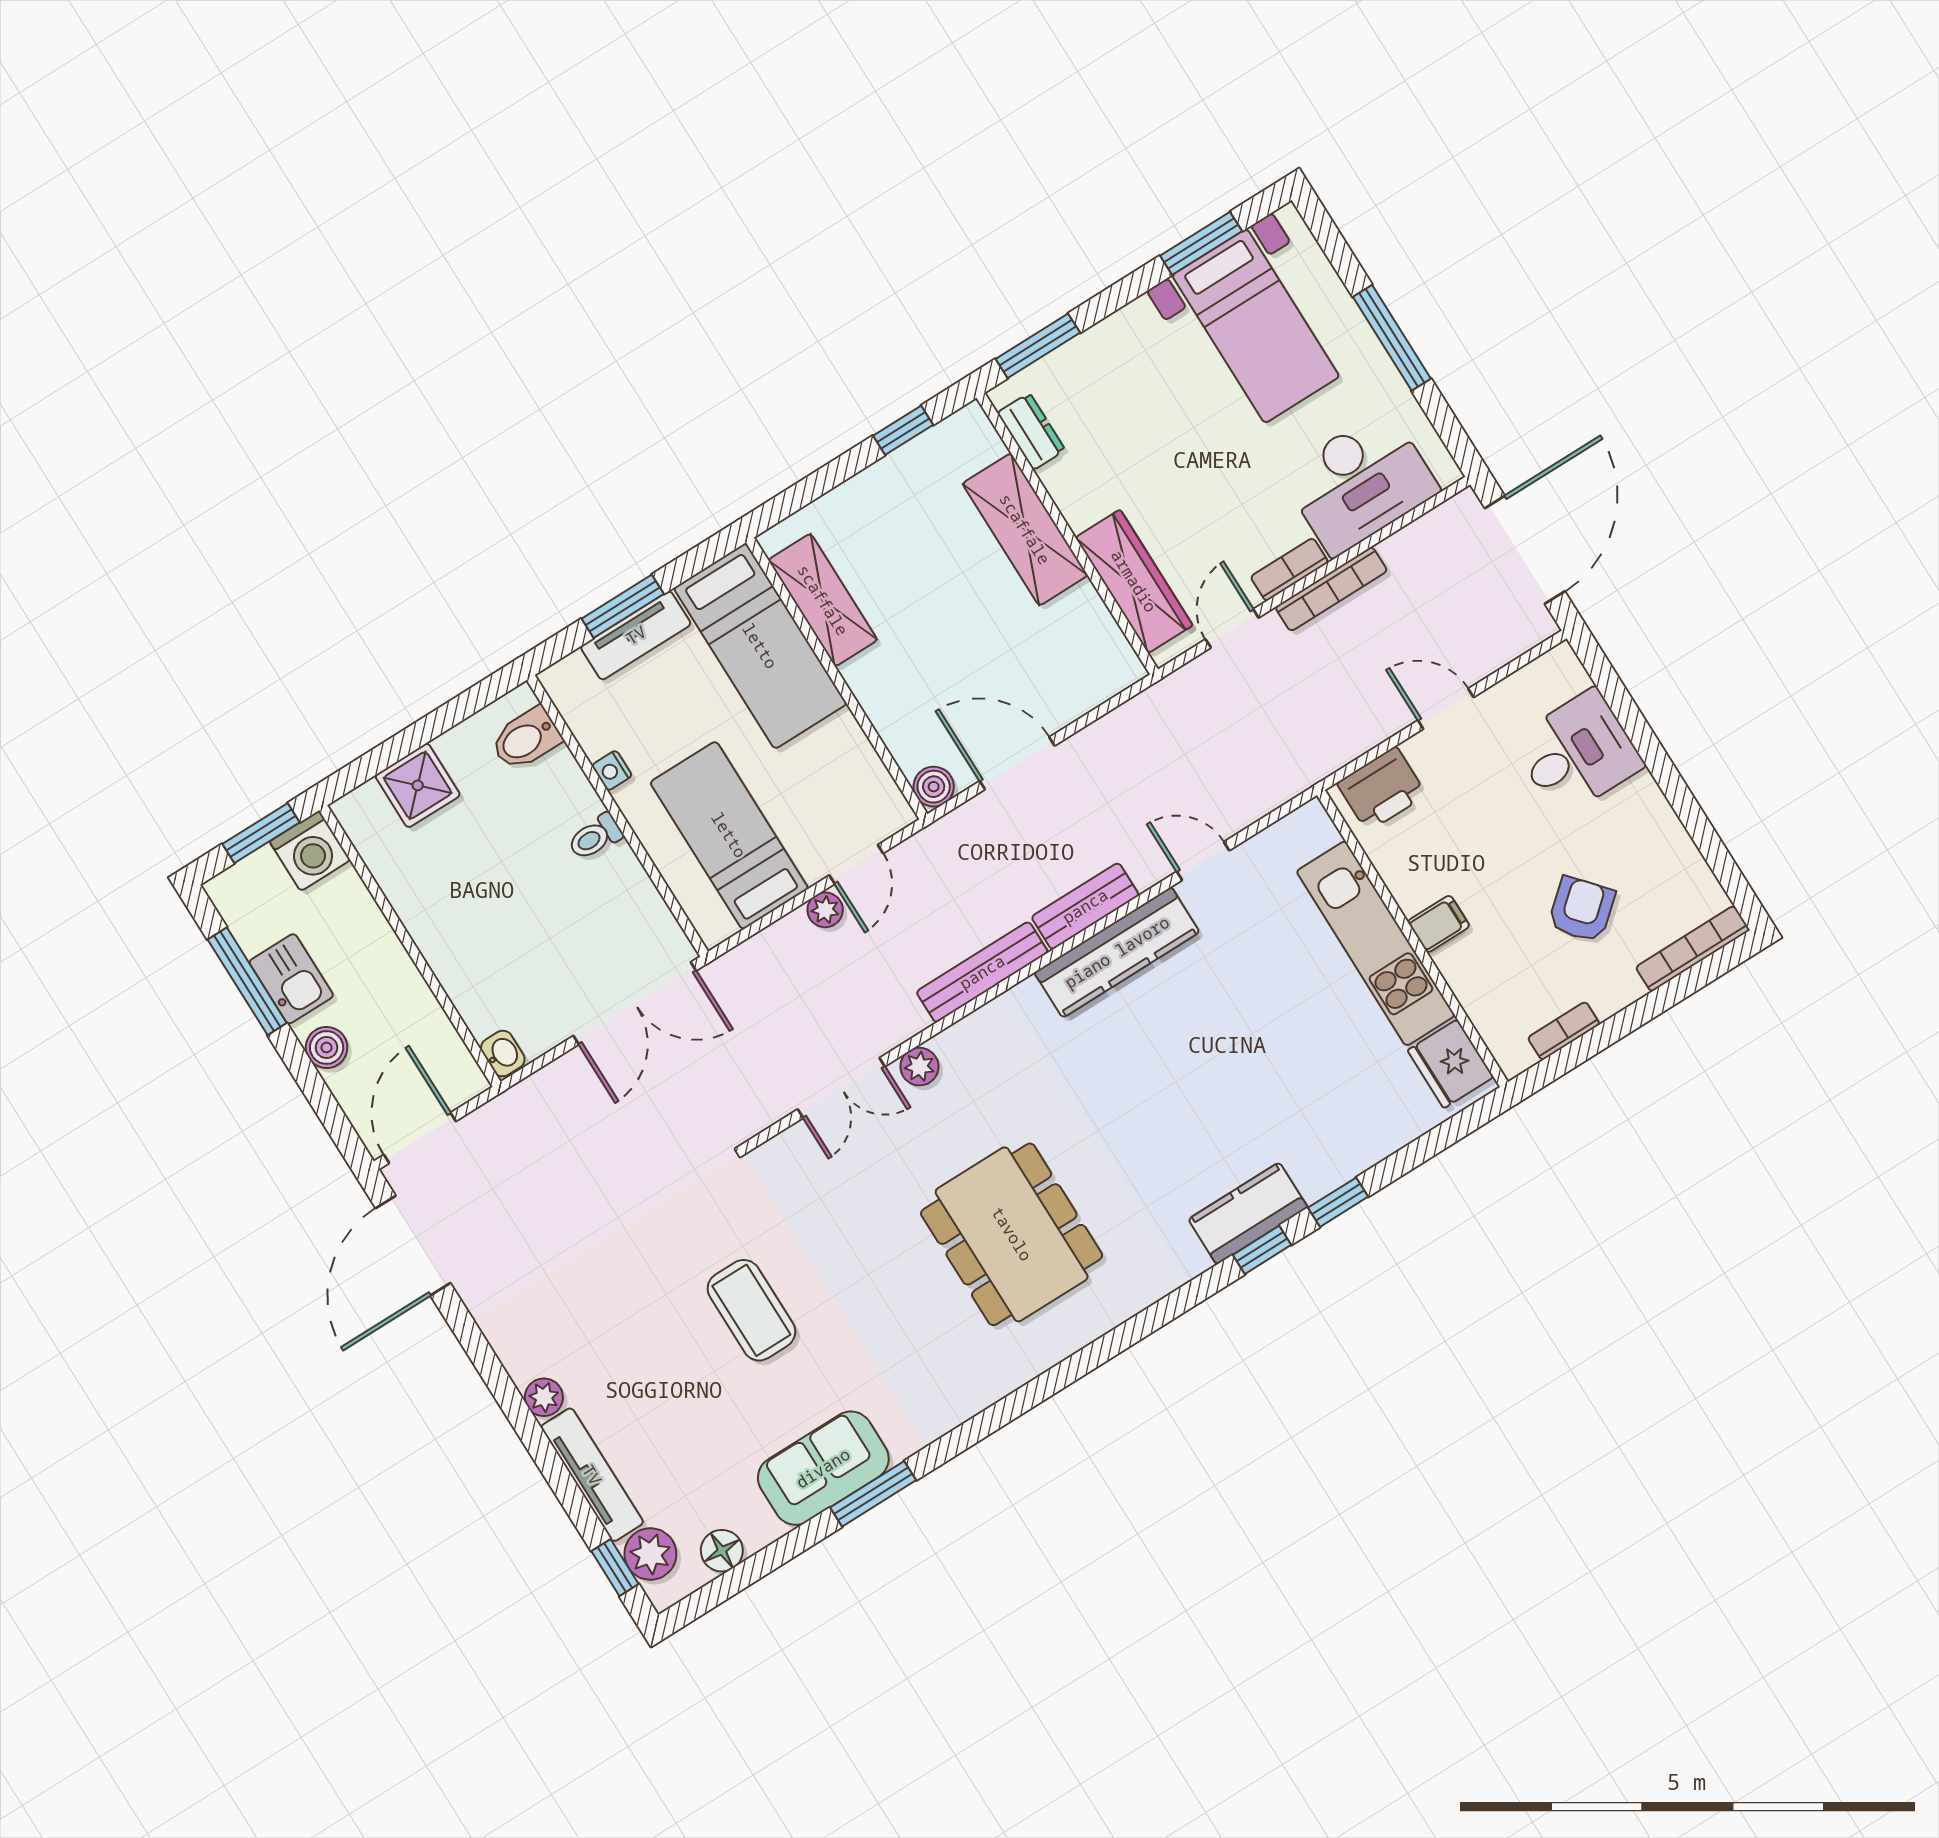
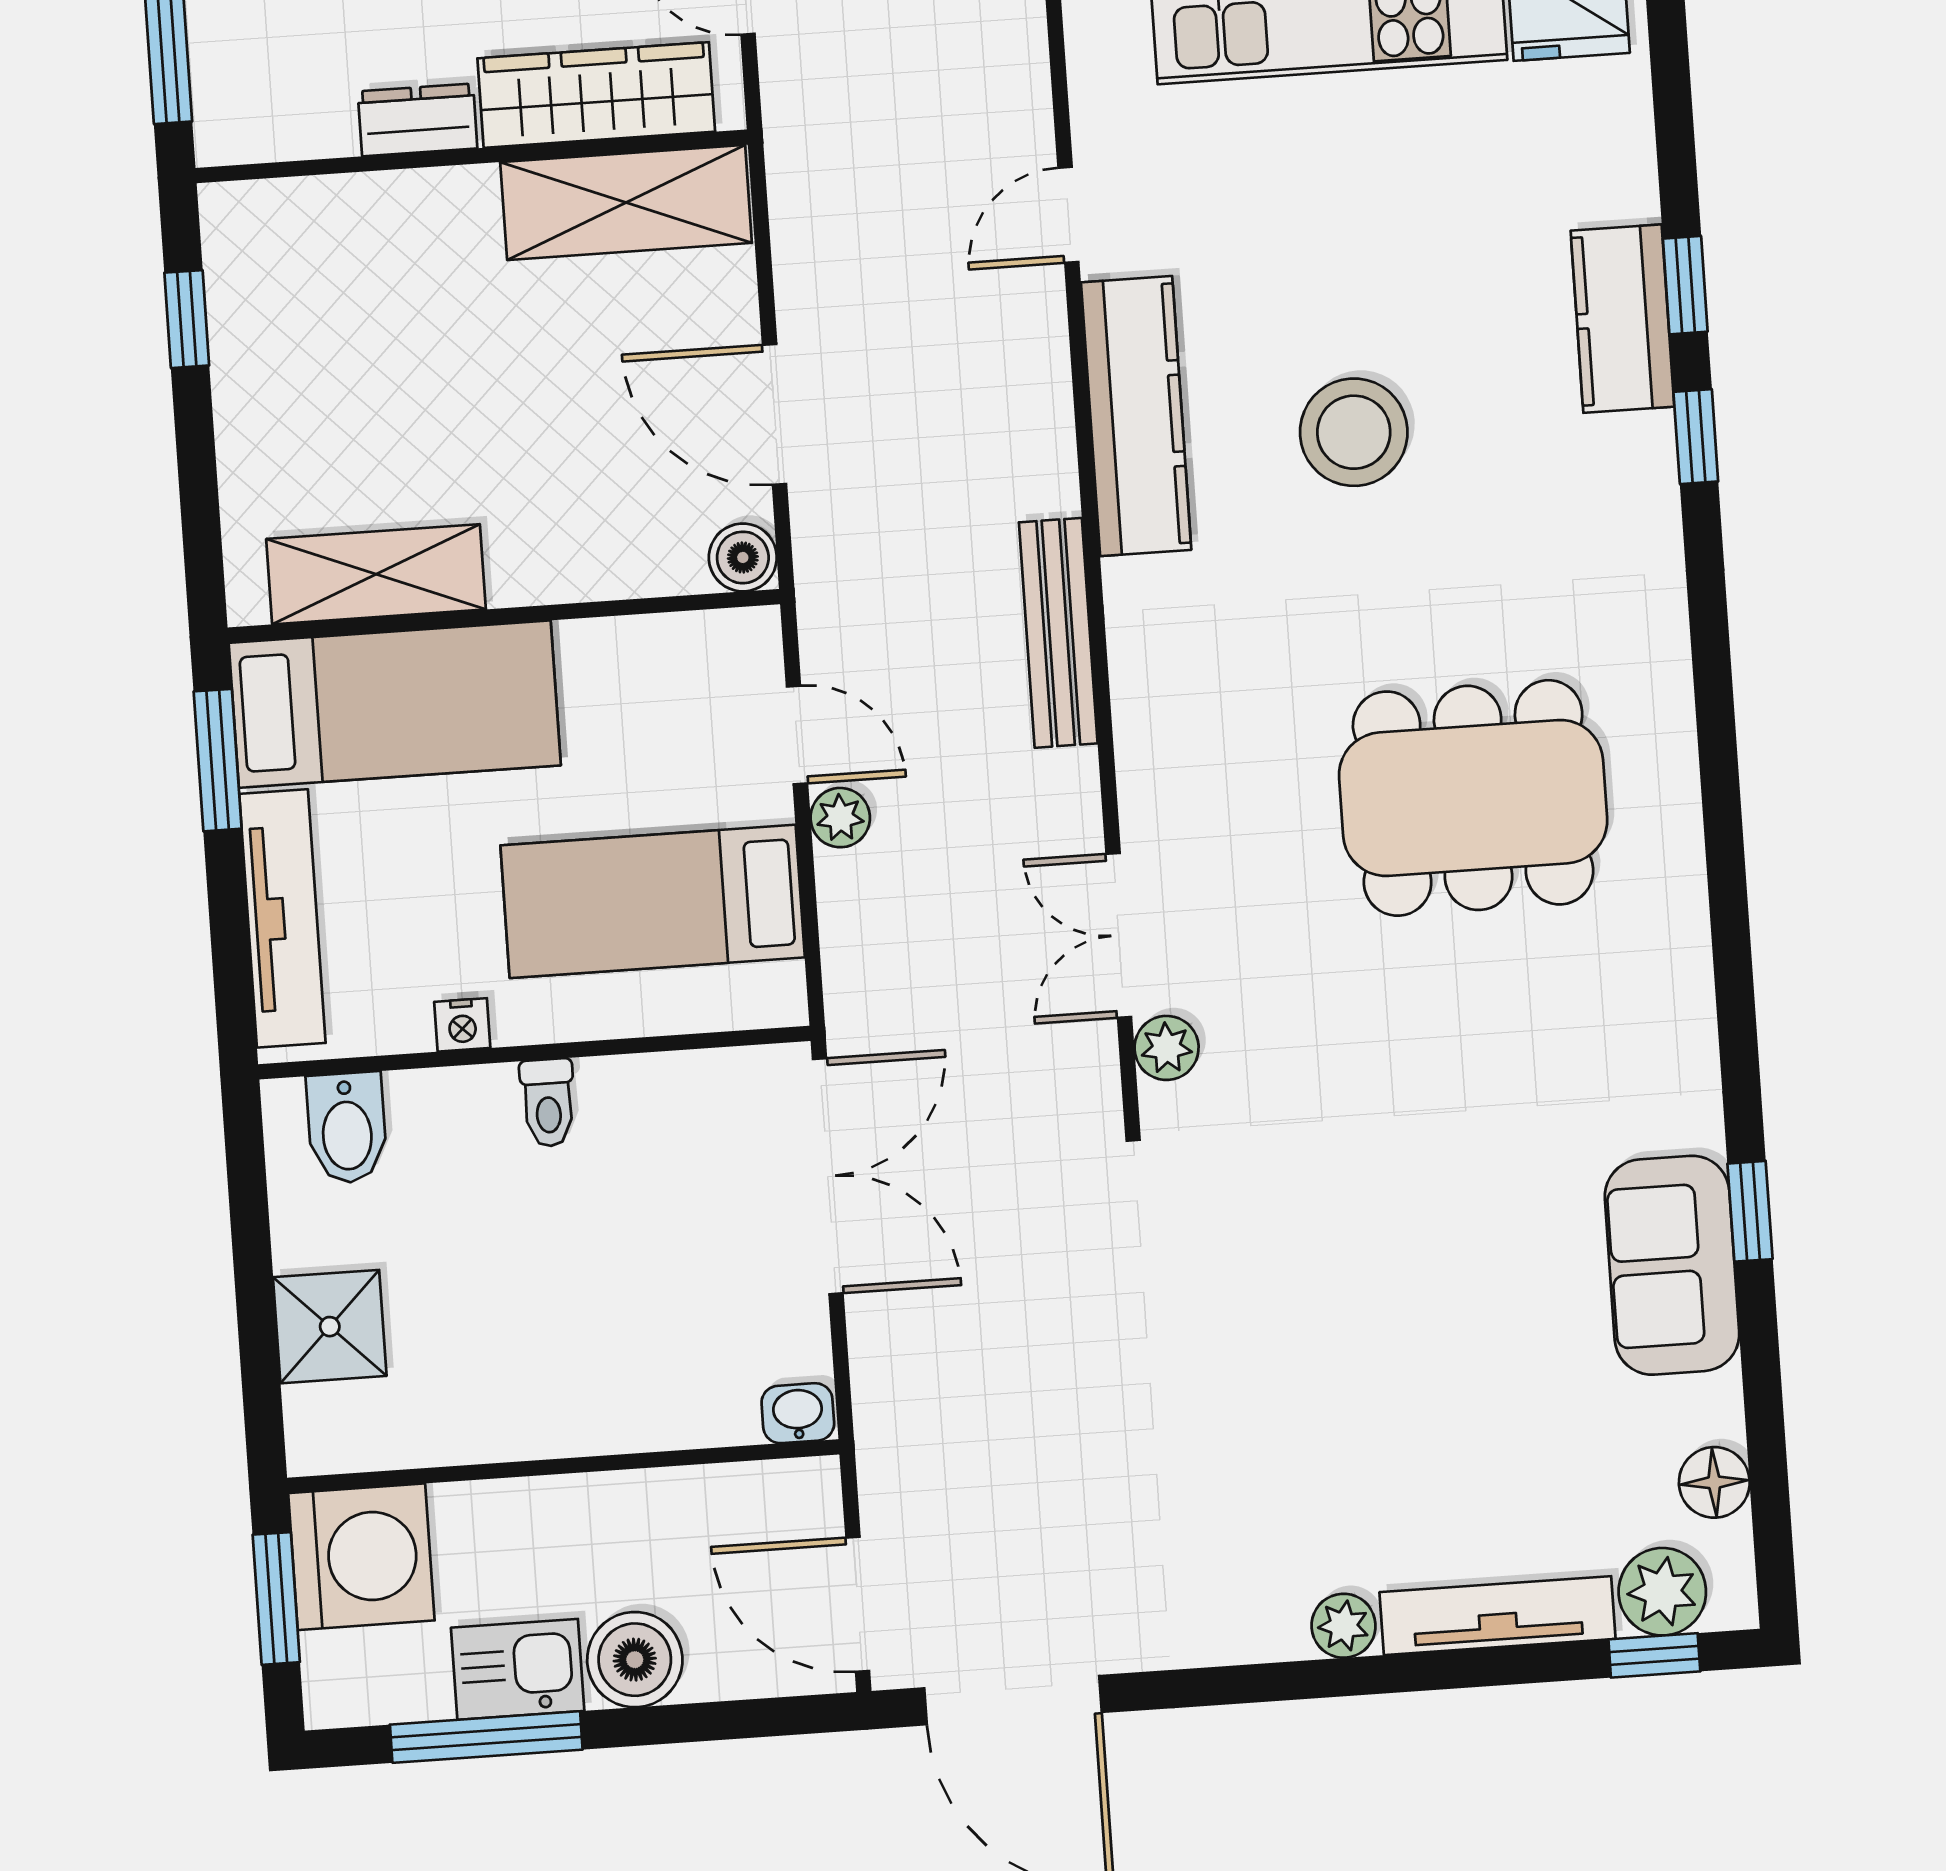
dresser: (1031, 431) -> (418, 120), moved
shelving: (1025, 529) -> (626, 202), moved
window: (623, 606) -> (218, 760), moved
tv unit: (636, 635) -> (282, 918), width x1.41
door: (1017, 763) -> (775, 414), hinge flipped
washing machine: (310, 851) -> (361, 1557), width x1.37, depth x1.37
bench: (1085, 906) -> (1042, 427), removed
boiler: (327, 1047) -> (635, 1660), width x1.36, depth x1.36
plant: (919, 1067) -> (1167, 1048), moved
stool: (1169, 1070) -> (1354, 432), added
double door: (841, 1088) -> (1119, 935), swing flipped
kitchen counter: (1248, 1213) -> (1623, 319), moved
coffee table: (751, 1310) -> (1379, 1247), removed
window: (873, 1494) -> (1750, 1211), width x0.67

